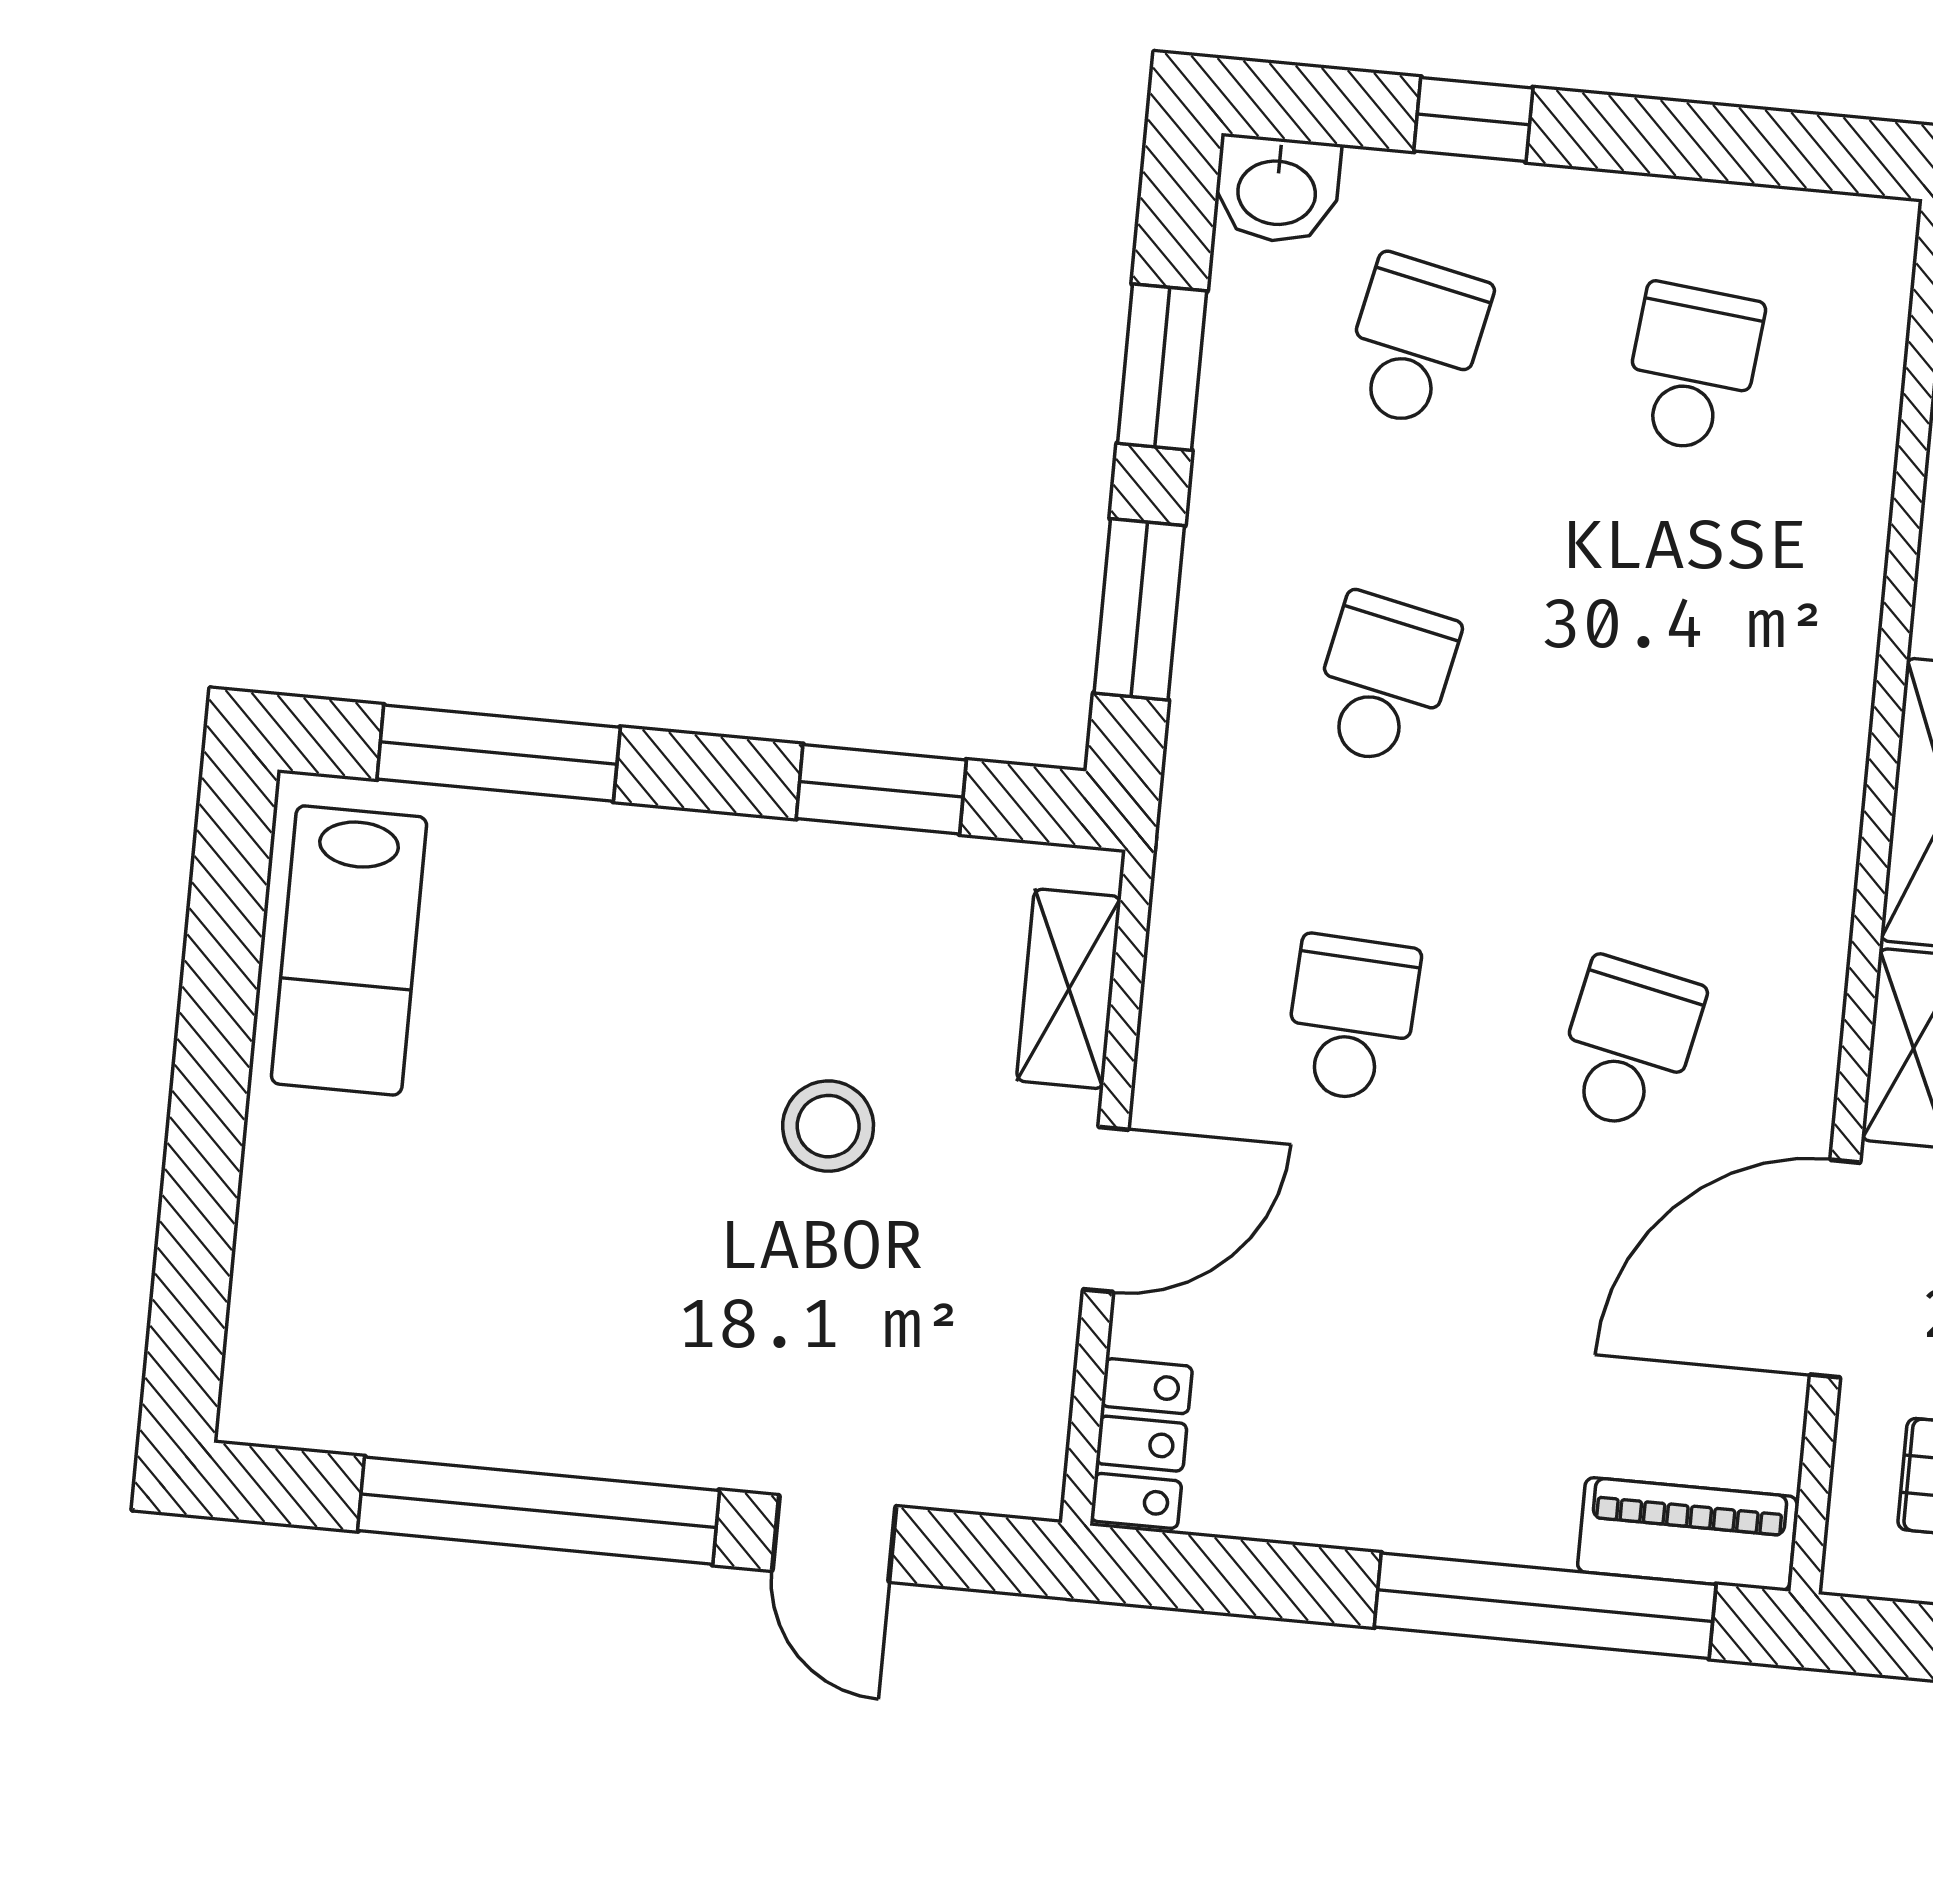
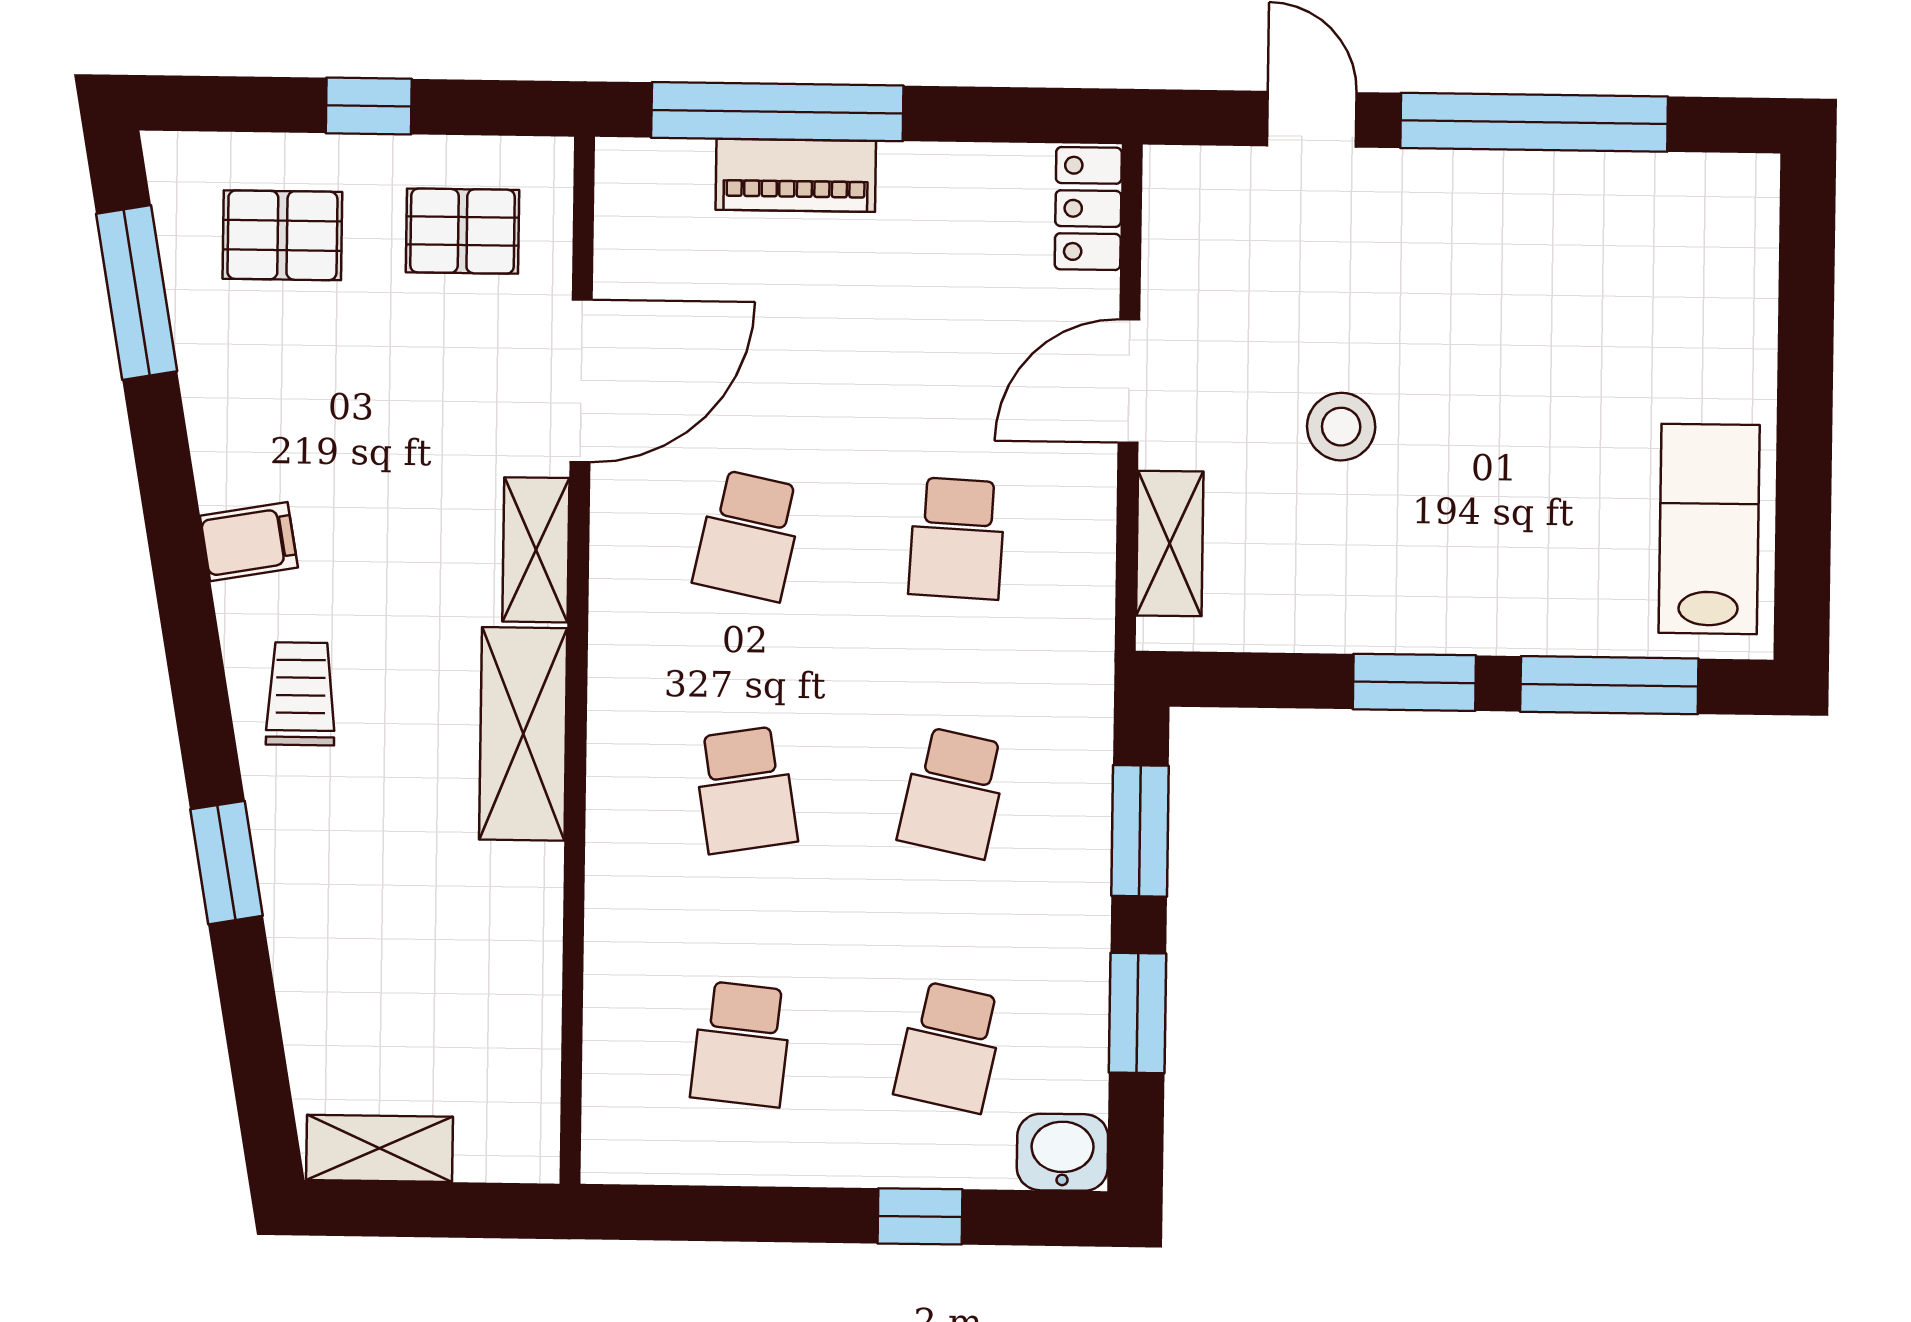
school desk: (1661, 706) -> (745, 790), added
window: (881, 789) -> (1414, 682), moved
piano: (1687, 1534) -> (796, 175), moved

